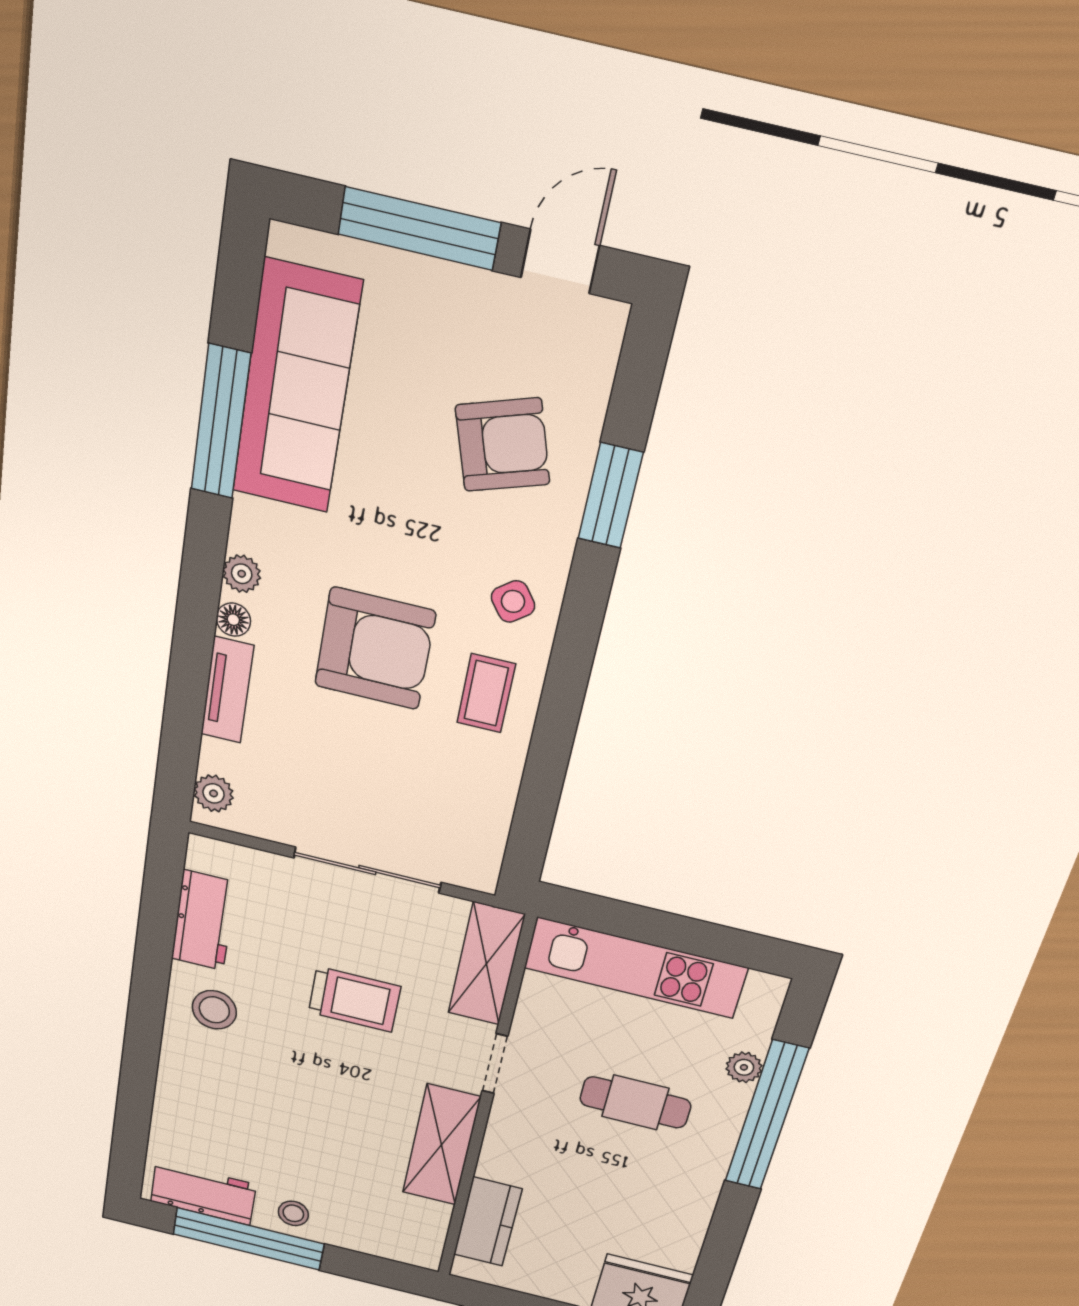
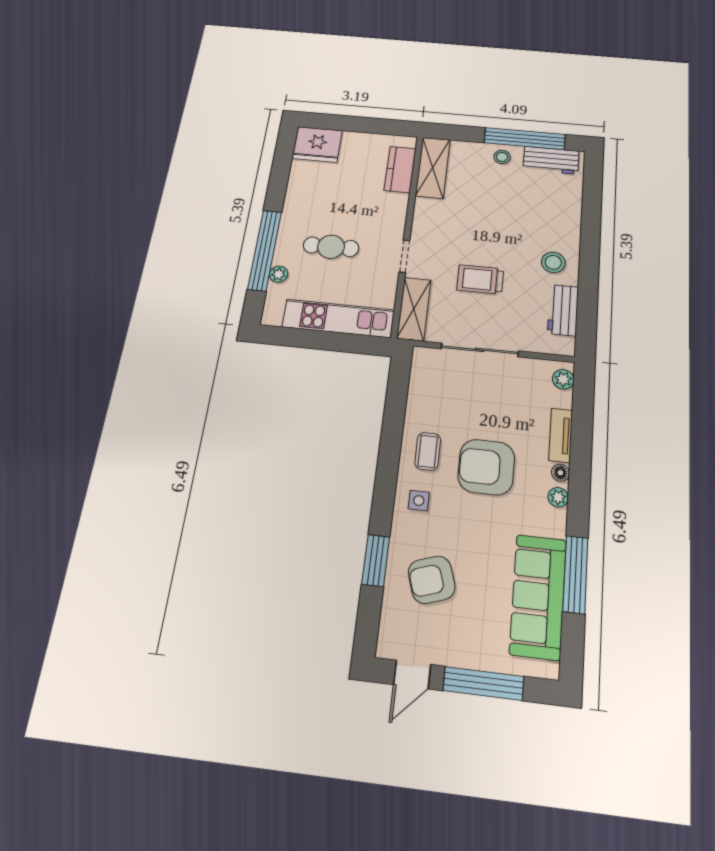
side table: (513, 601) -> (419, 501), turned 37
shelving: (441, 1145) -> (433, 168), moved

